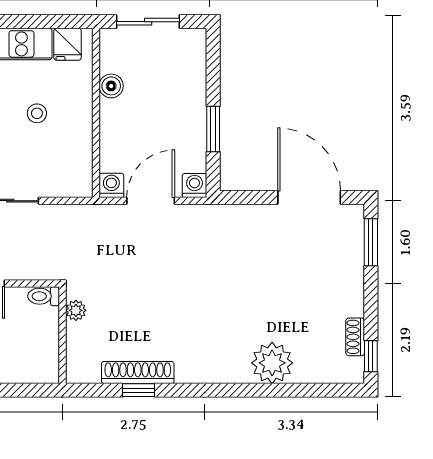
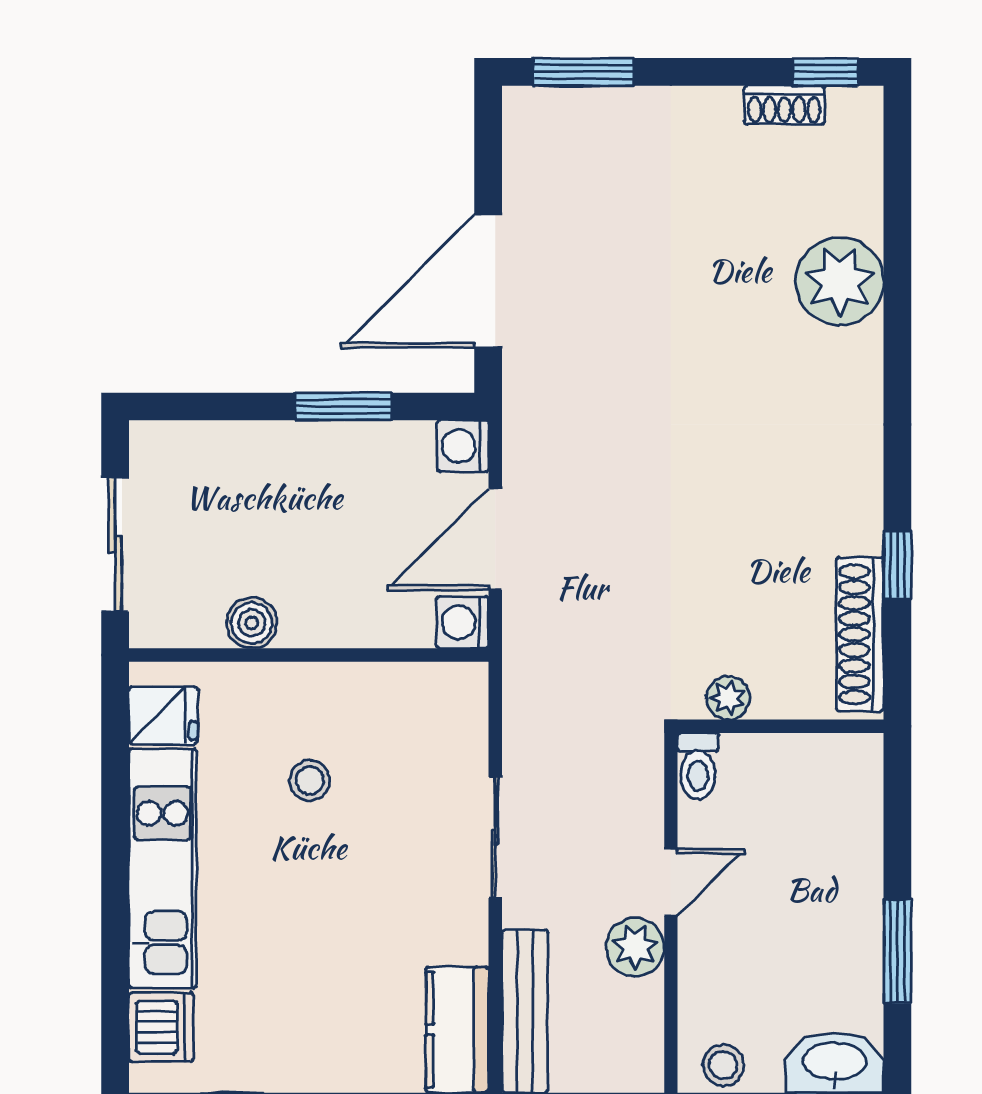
door: (309, 197) -> (488, 281), moved
door: (151, 201) -> (495, 539), hinge flipped
shoe rack: (138, 373) -> (860, 634), moved

